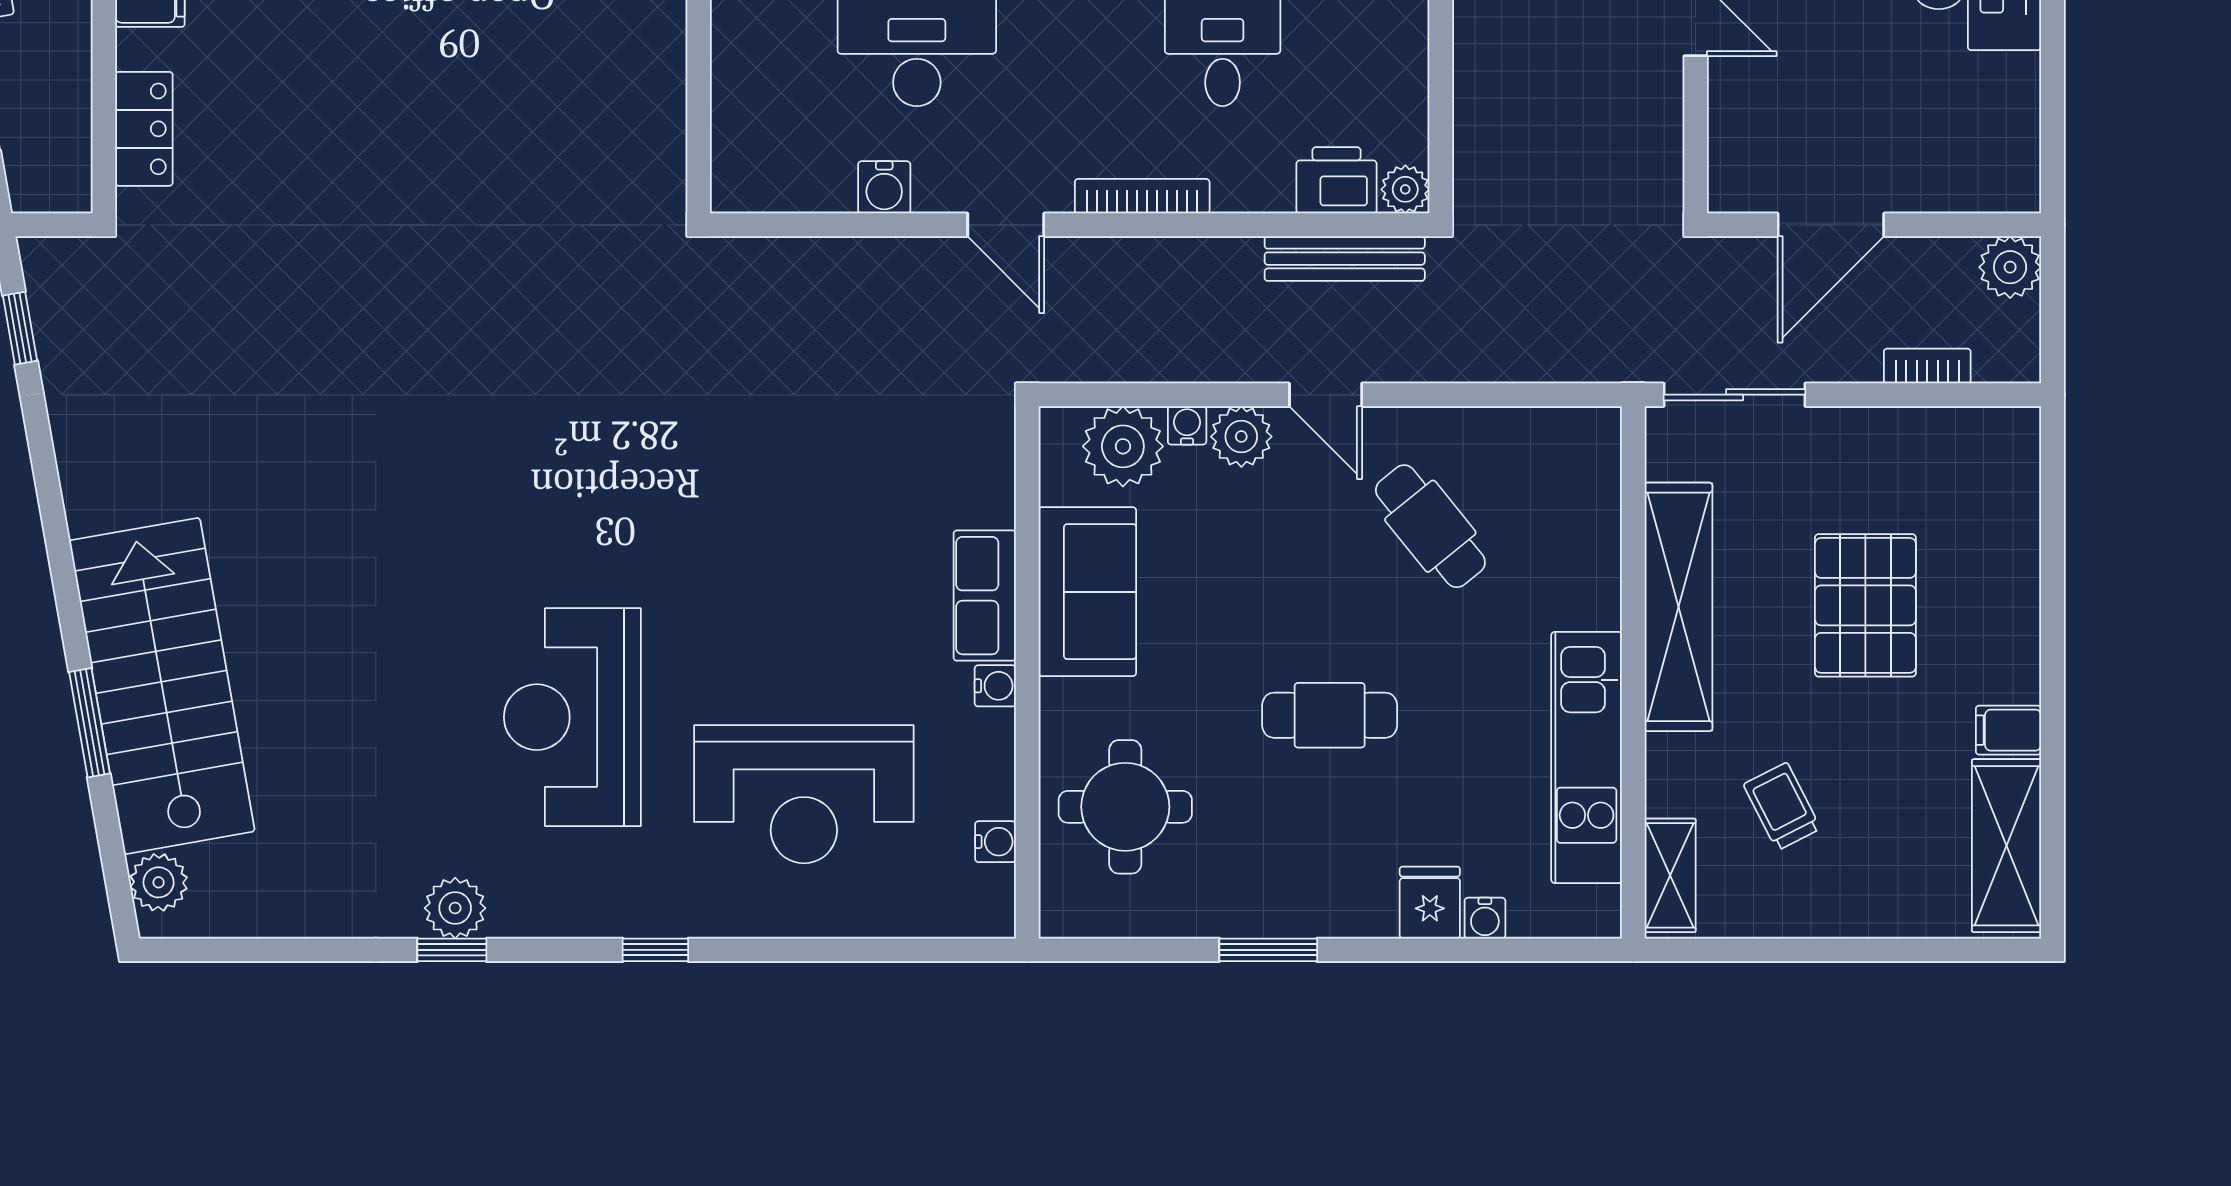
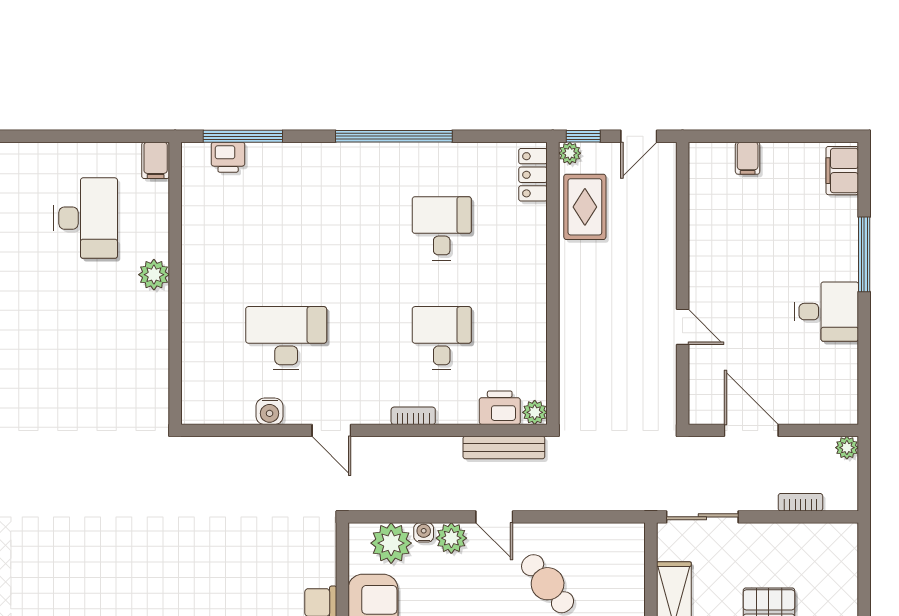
bookcase: (1142, 196) -> (413, 416), width x0.64
door: (1831, 225) -> (751, 430), swing flipped
plant: (2010, 267) -> (847, 448), width x0.73, depth x0.73

